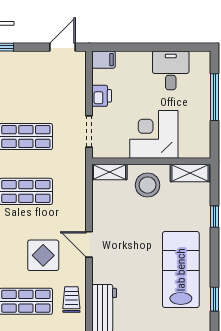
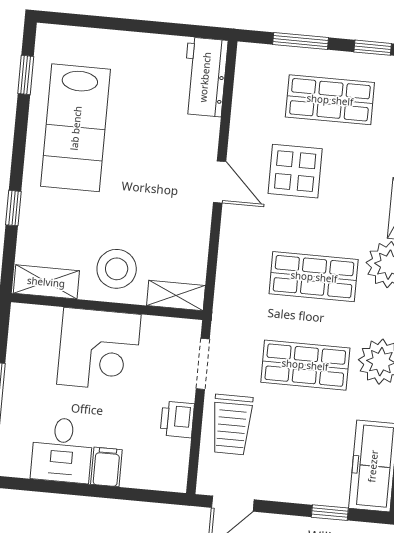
filing cabinet: (103, 60) -> (106, 467), moved, turned 90
trolley: (71, 300) -> (232, 425), moved, width x1.36, depth x1.39

